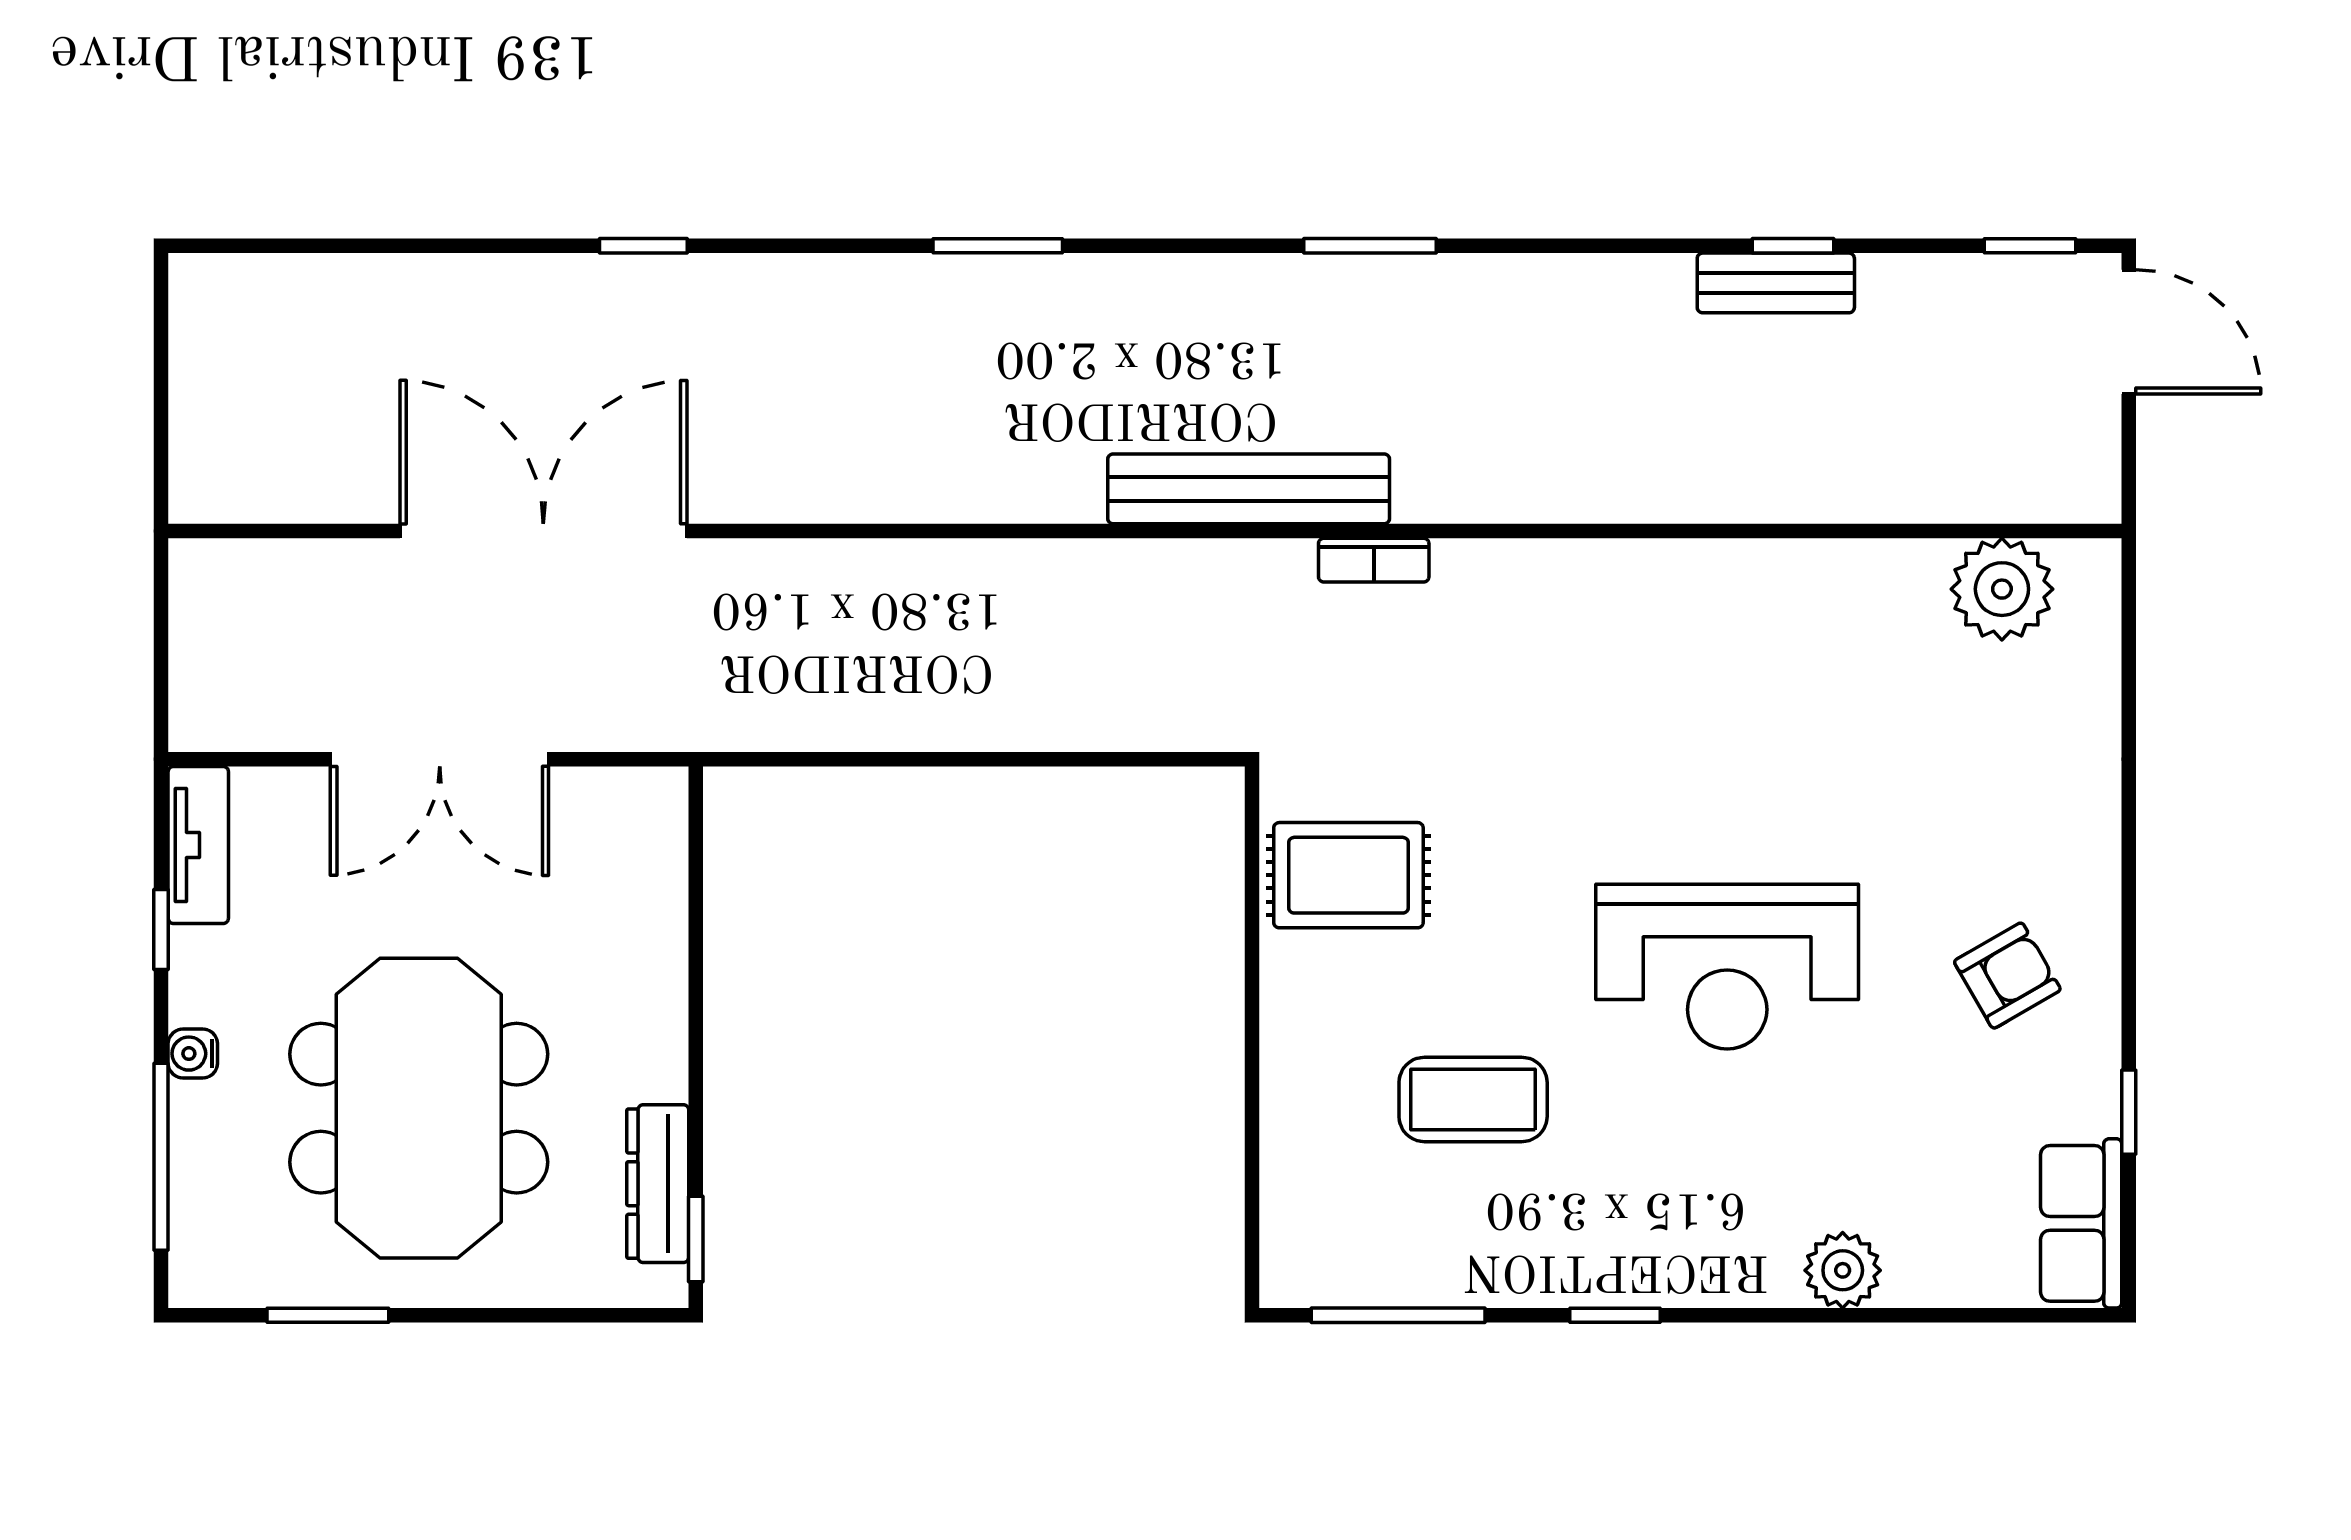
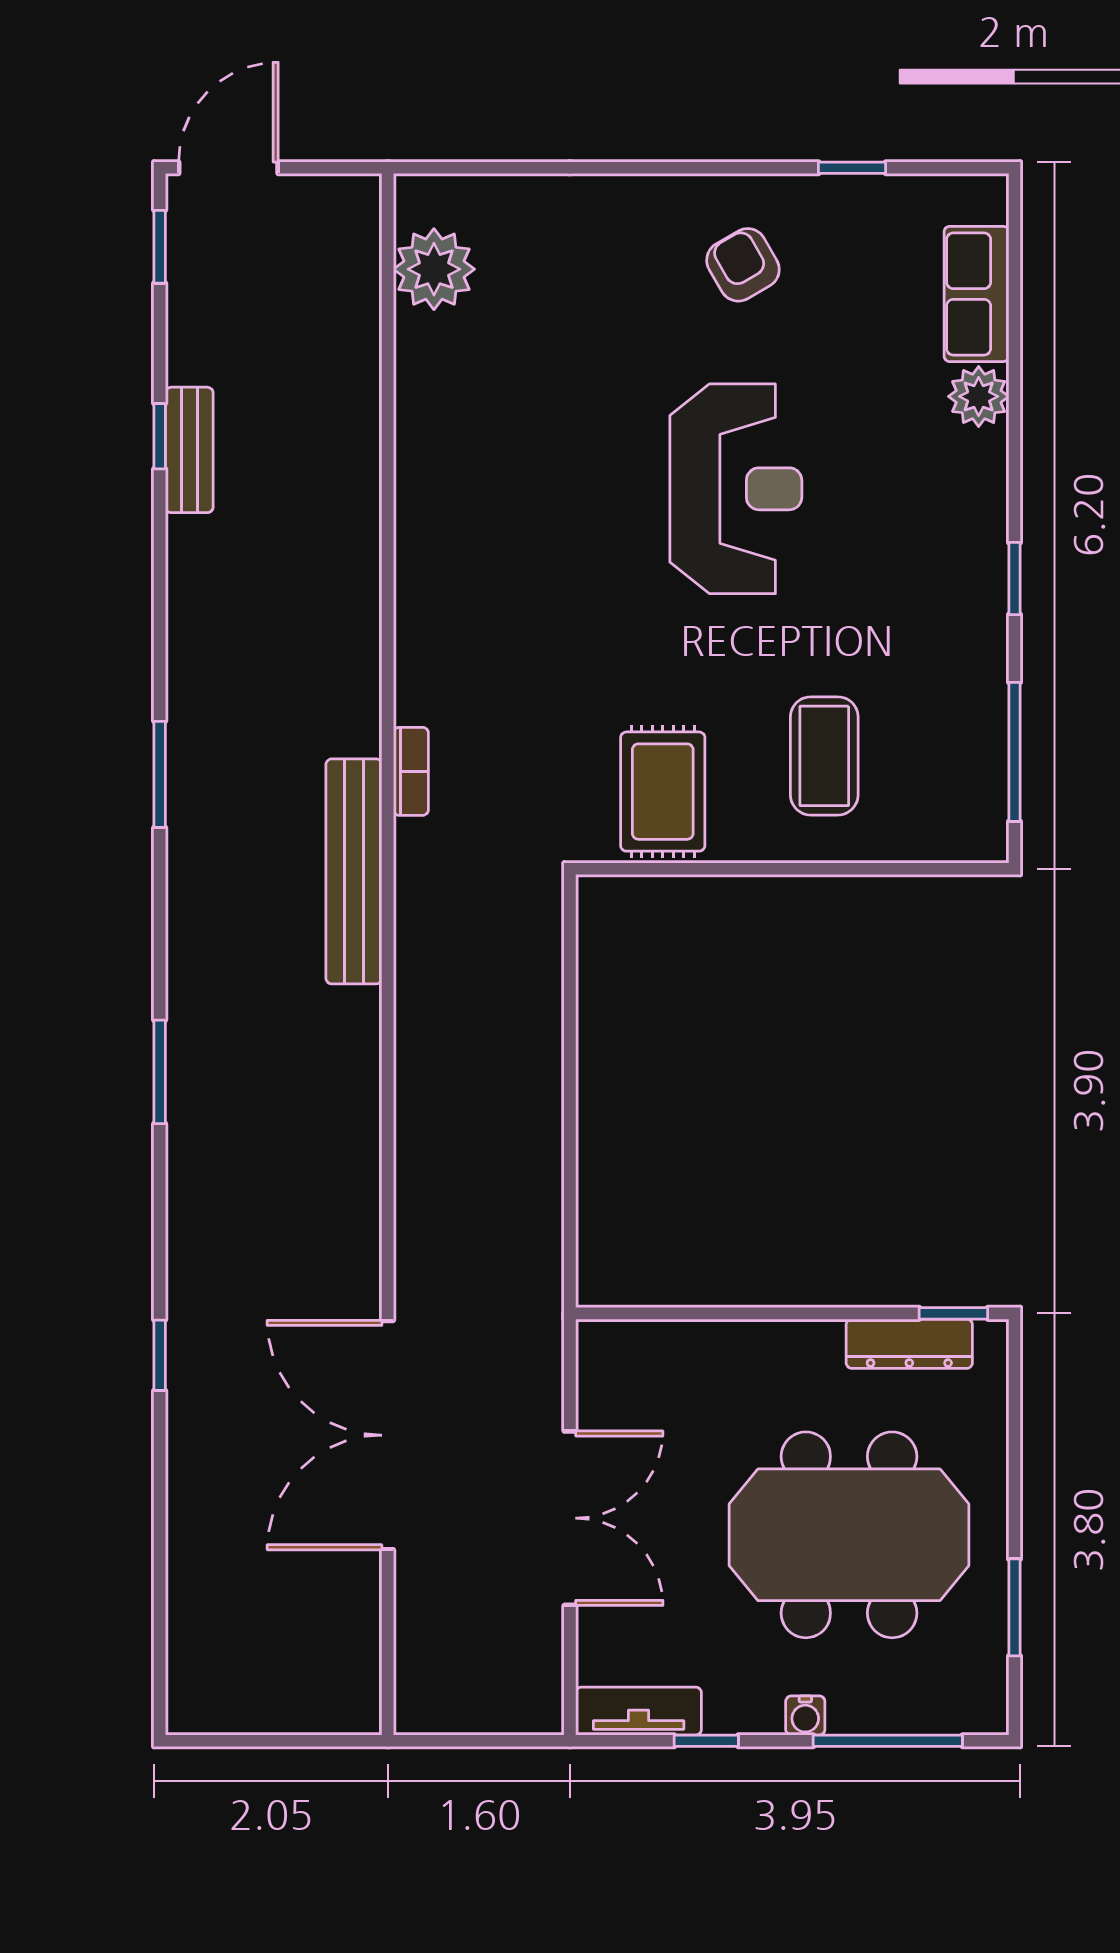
coffee table: (1473, 1099) -> (824, 756), moved
row of seats: (2081, 1223) -> (976, 294), moved, turned 90

